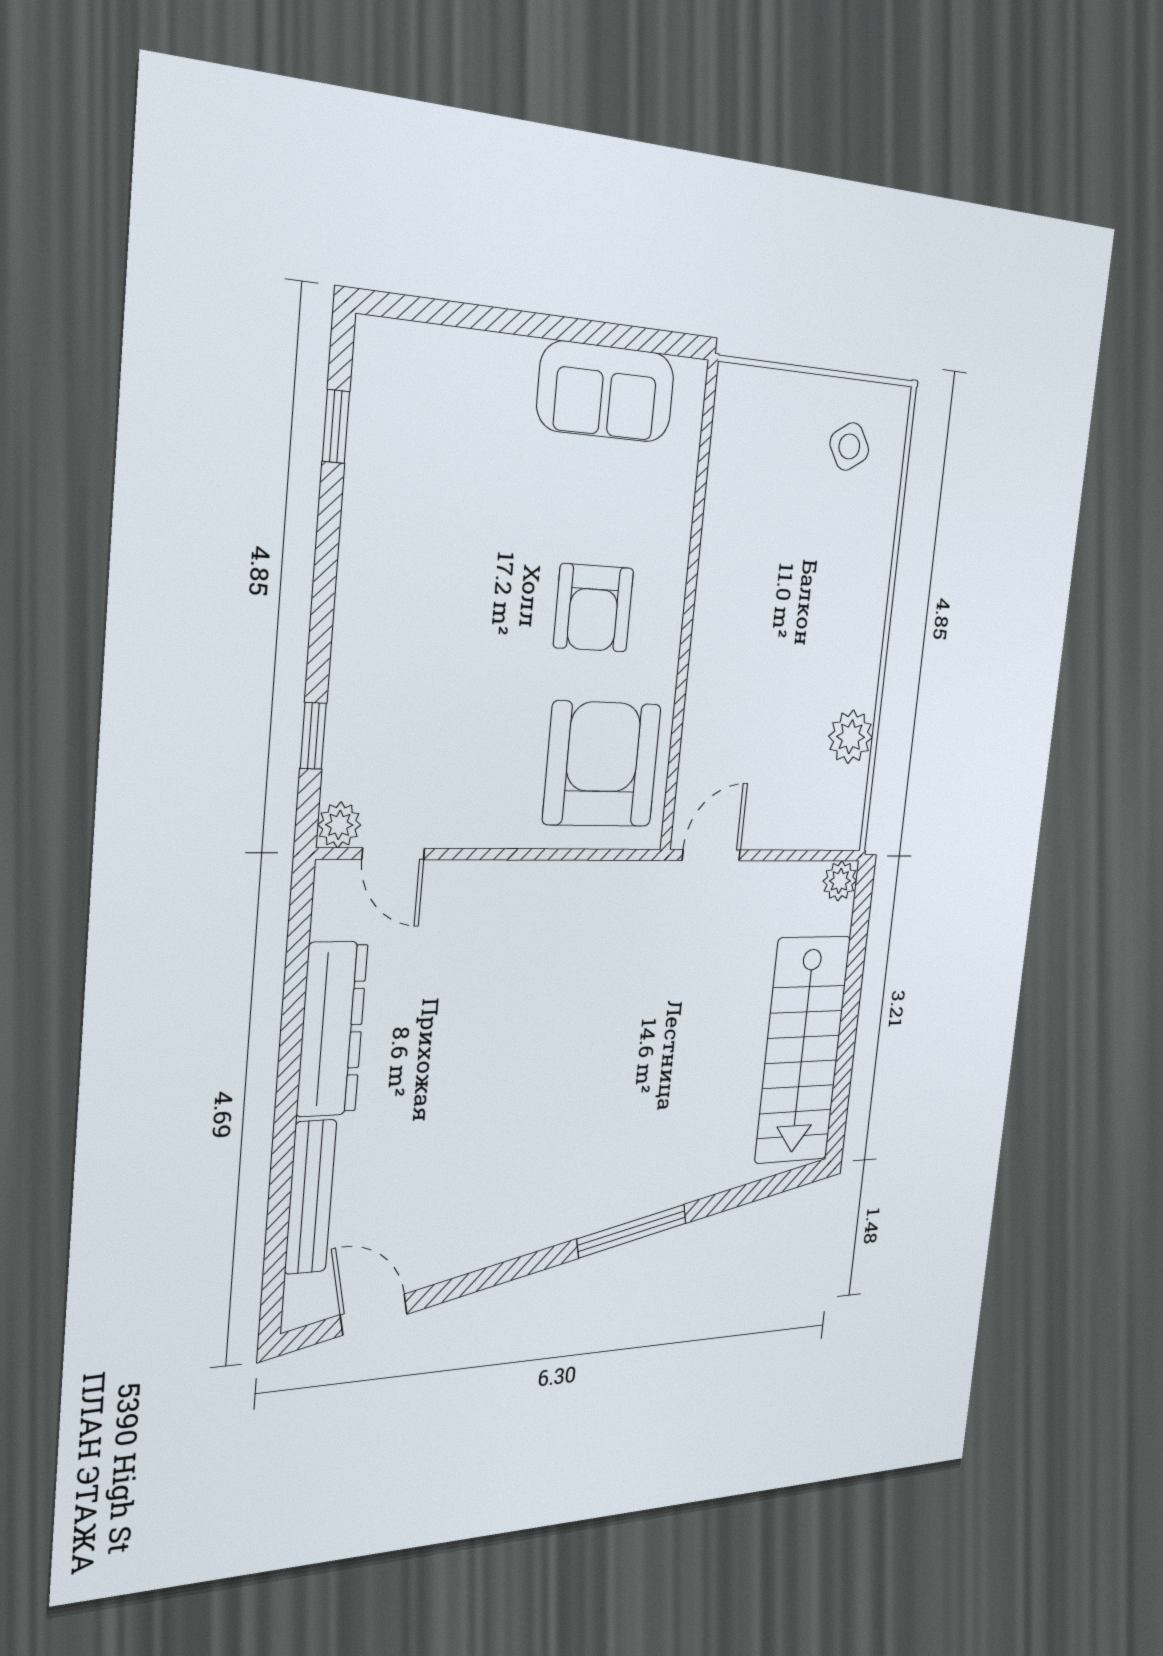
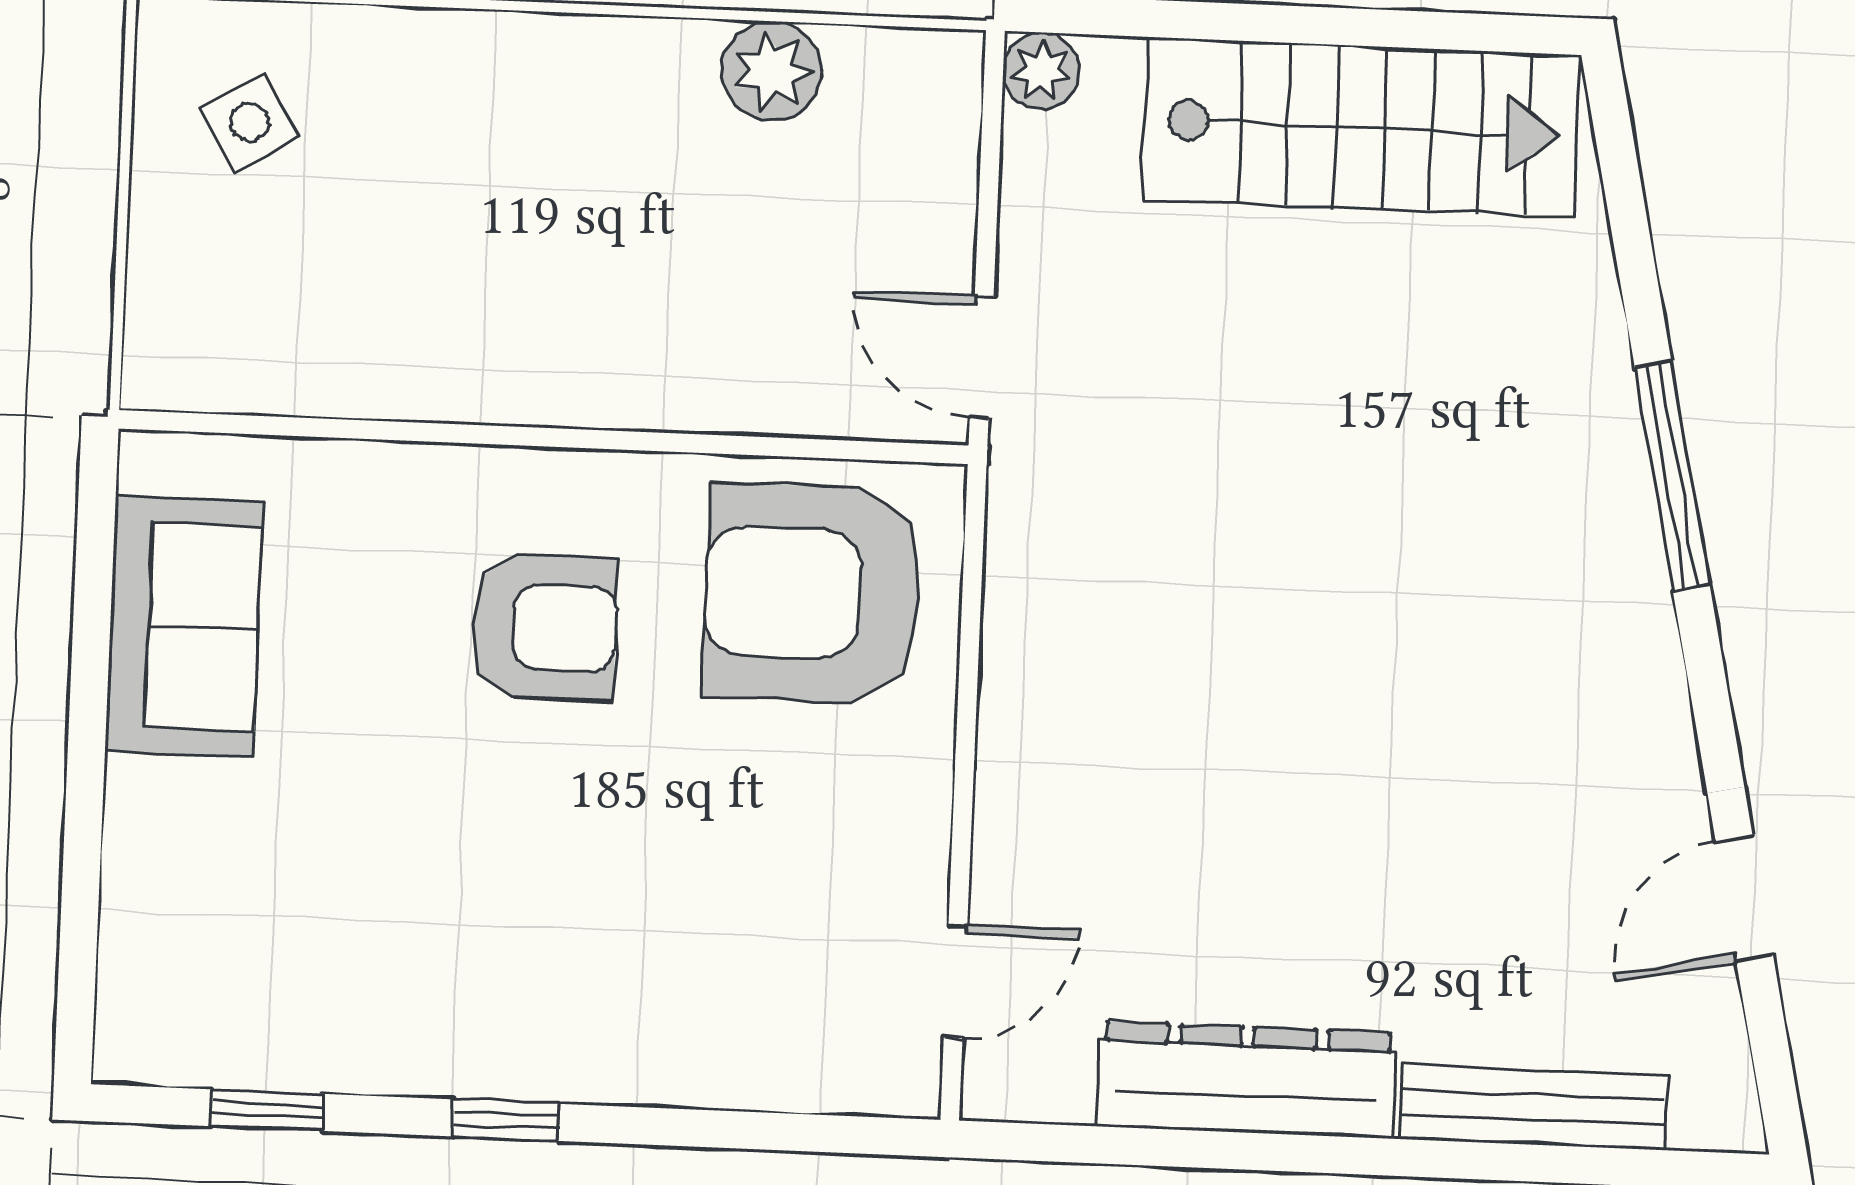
window: (313, 736) -> (505, 1120), moved
plant: (339, 825) -> (904, 1080), removed
door: (374, 1314) -> (1744, 898), moved

